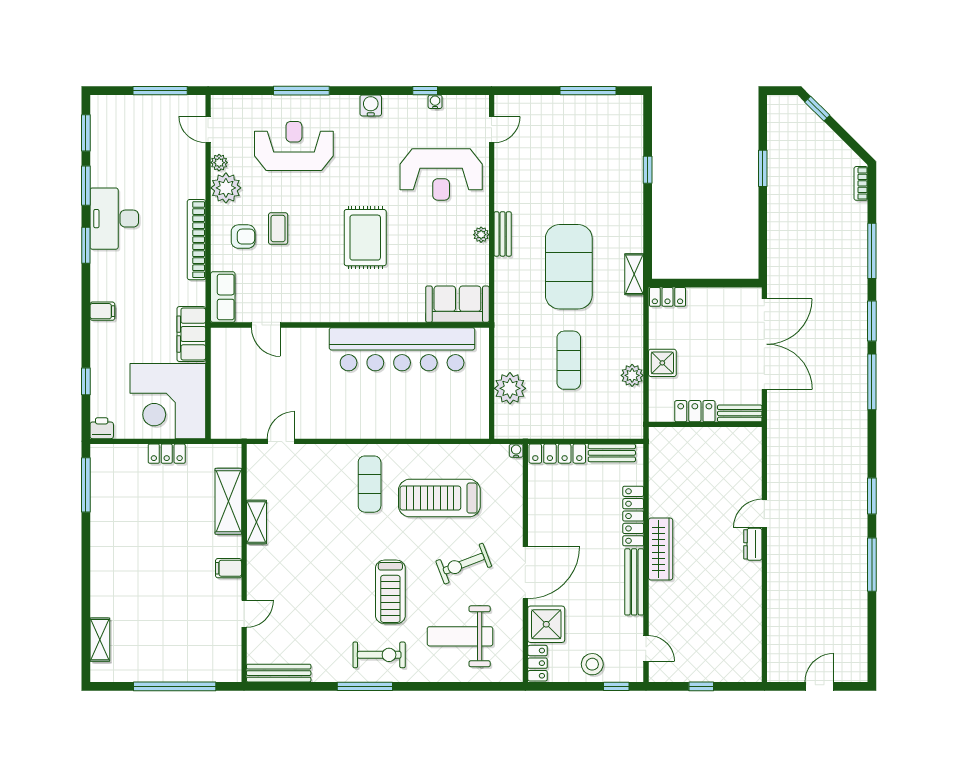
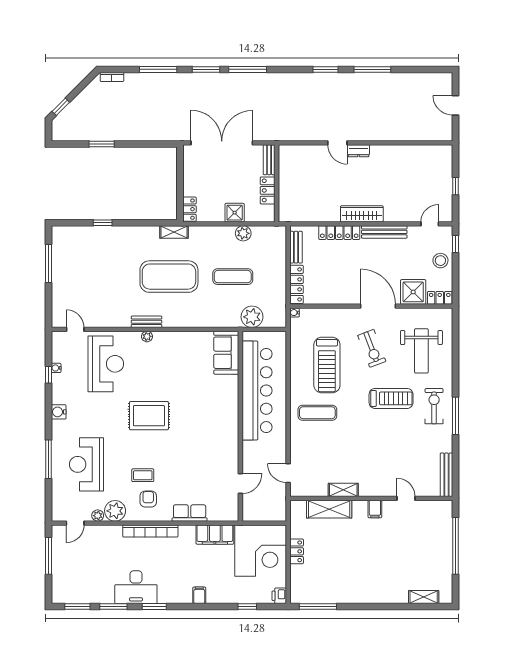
sofa: (457, 304) -> (226, 353), moved
door: (266, 325) -> (240, 484), moved
wall: (350, 325) -> (240, 426), moved
bar counter: (402, 349) -> (257, 391), moved

